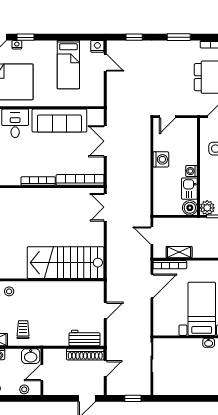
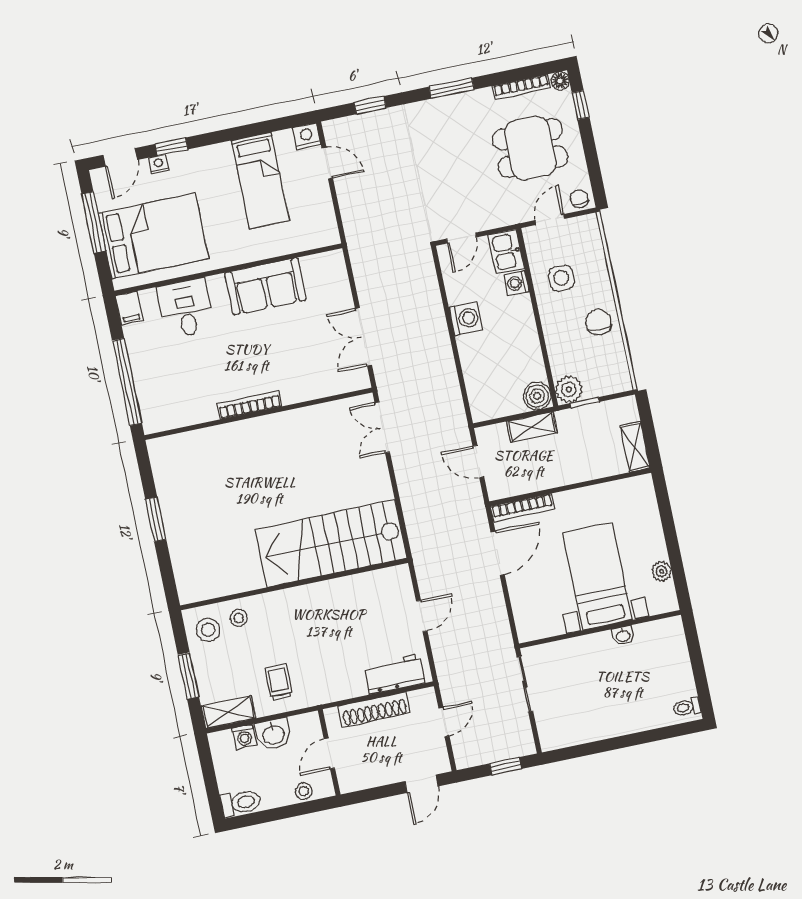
sofa: (59, 121) -> (265, 286), width x0.73
double door: (105, 141) -> (363, 337), moved
washing machine: (191, 171) -> (517, 283), moved
bookcase: (80, 180) -> (326, 387), removed
kitchen sink: (189, 189) -> (506, 252), moved
shelving: (179, 252) -> (532, 427), moved
shoe rack: (85, 354) -> (374, 709), moved
washbasin: (31, 356) -> (273, 734), moved

